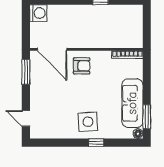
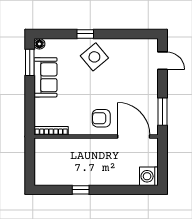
sofa: (132, 103) -> (45, 77), width x0.73
side table: (88, 122) -> (94, 57), turned -37

